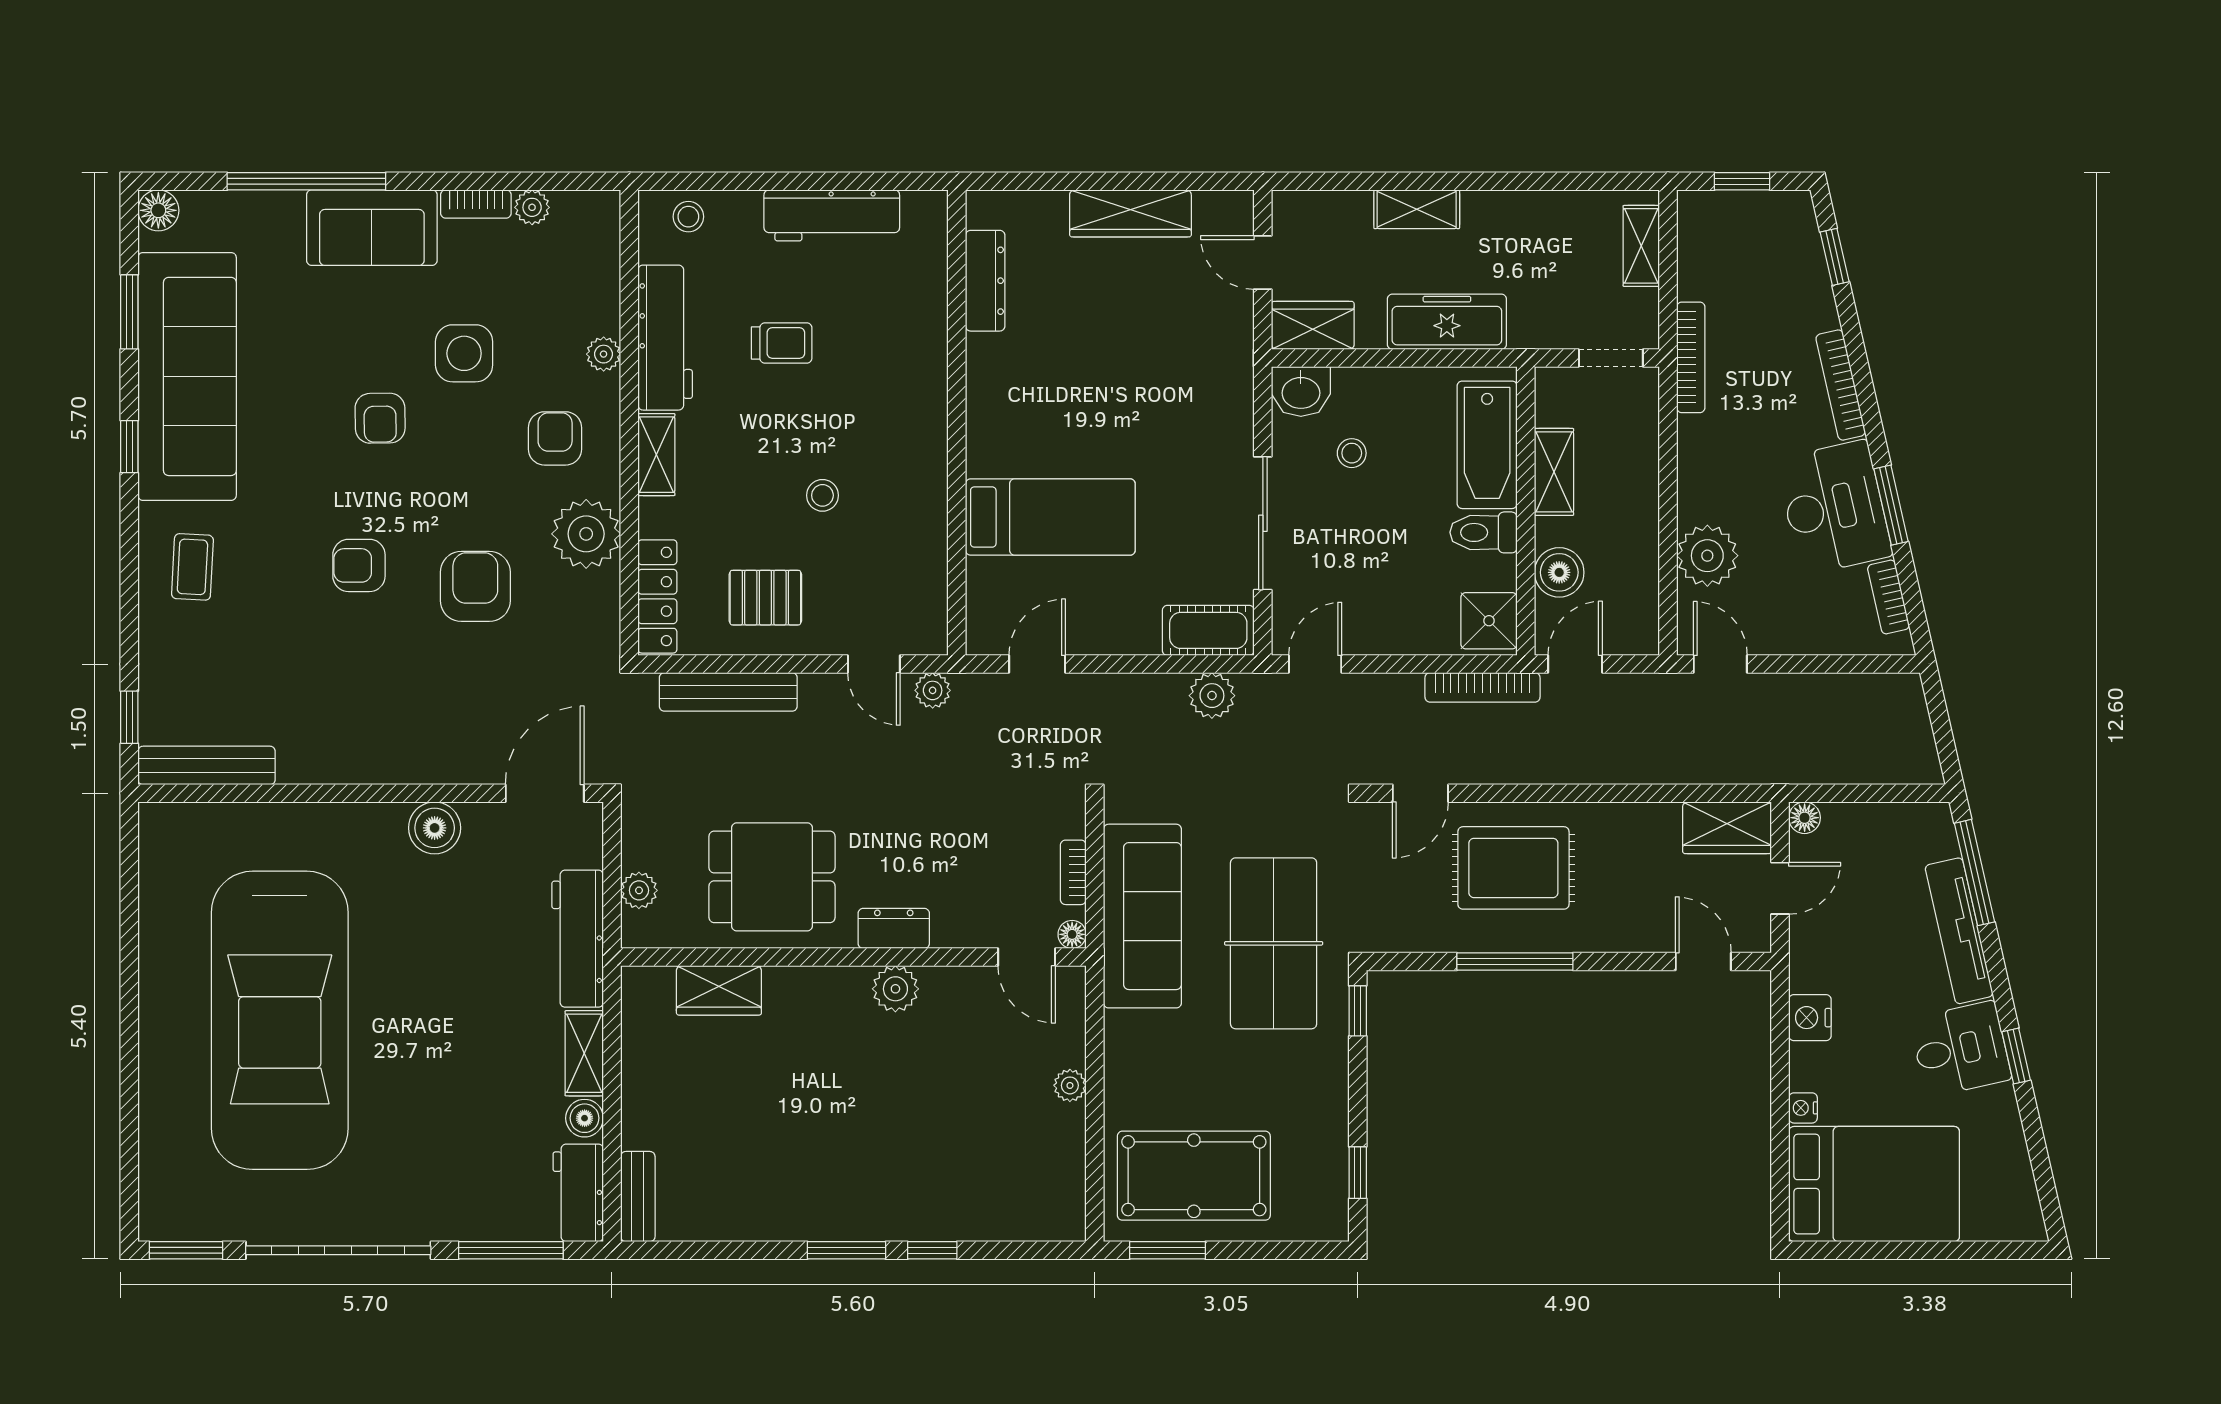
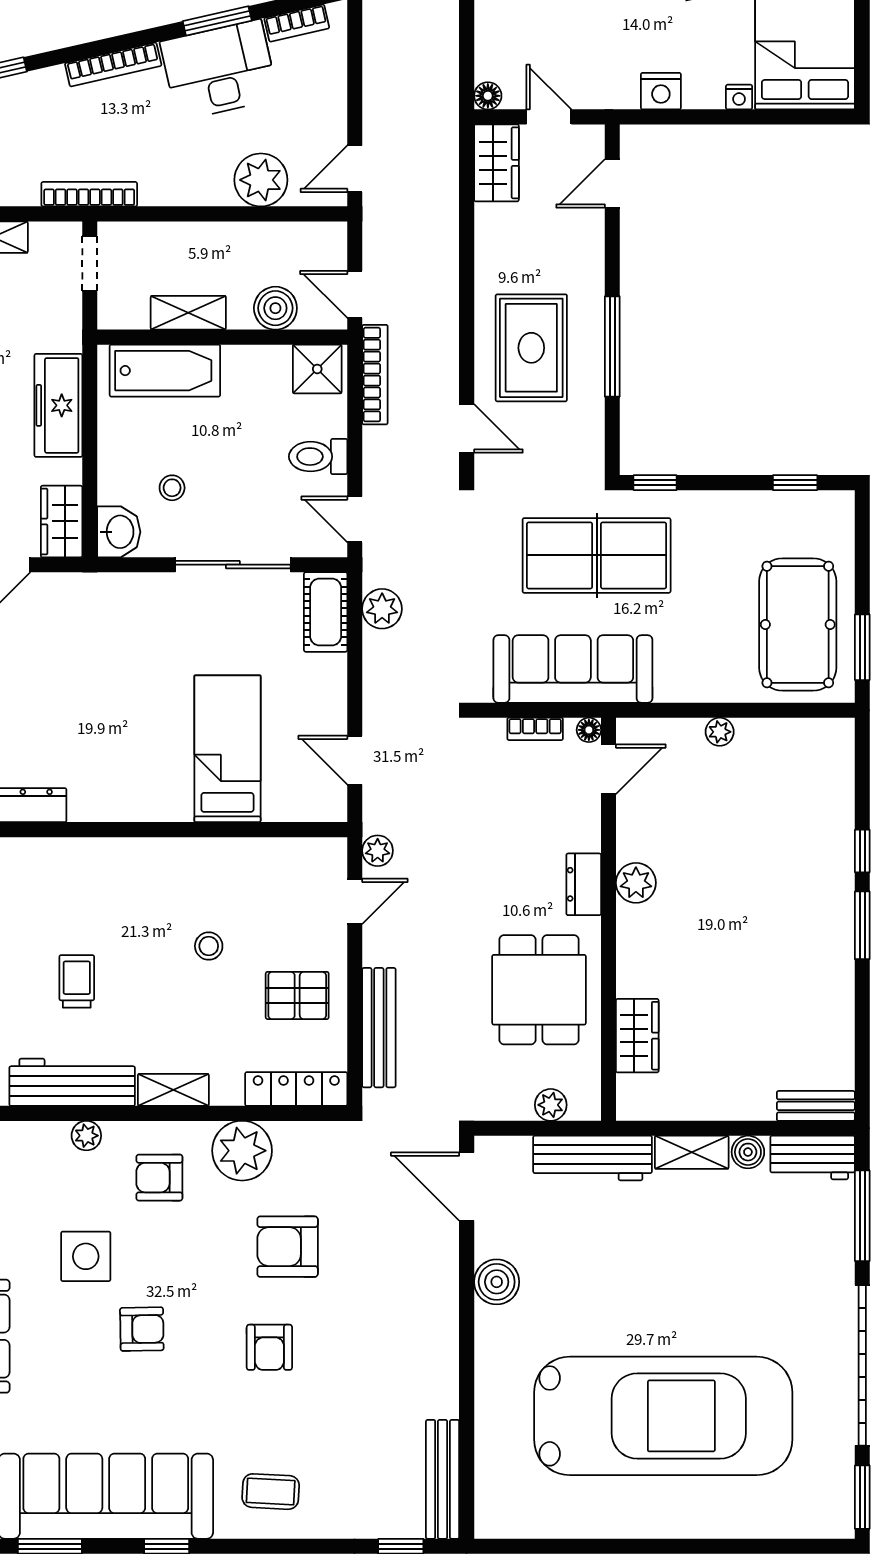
toilet: (1484, 532) -> (318, 457), moved, turned 90
pallet: (765, 598) -> (297, 995), turned 90

